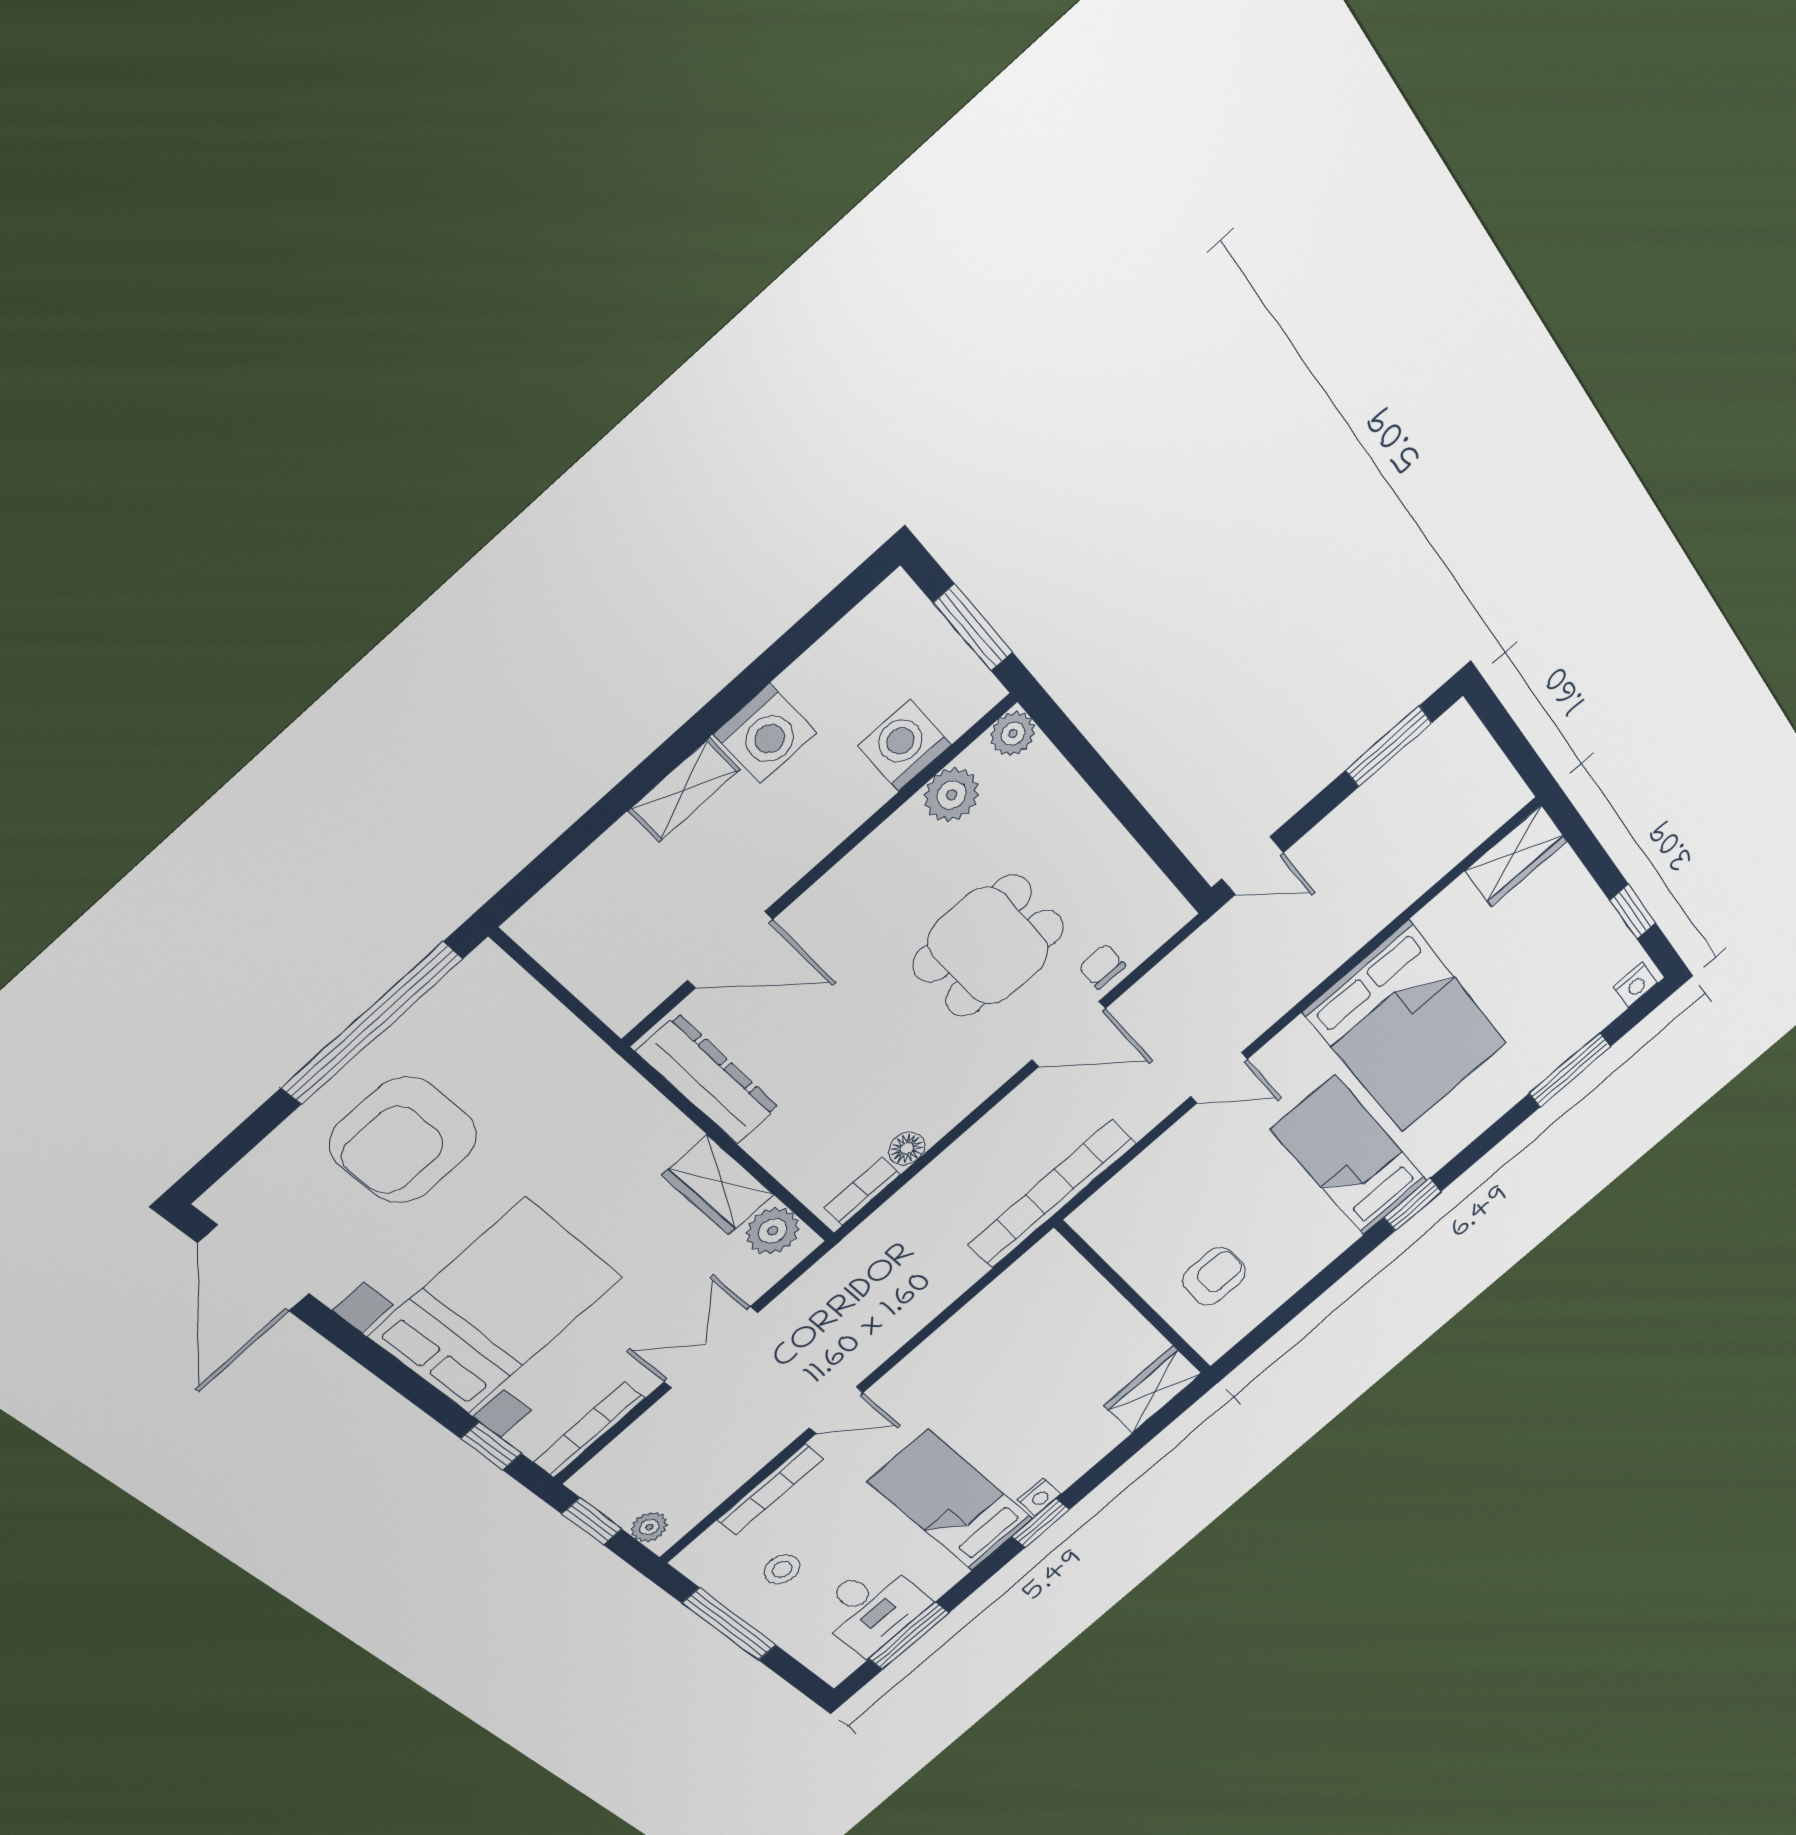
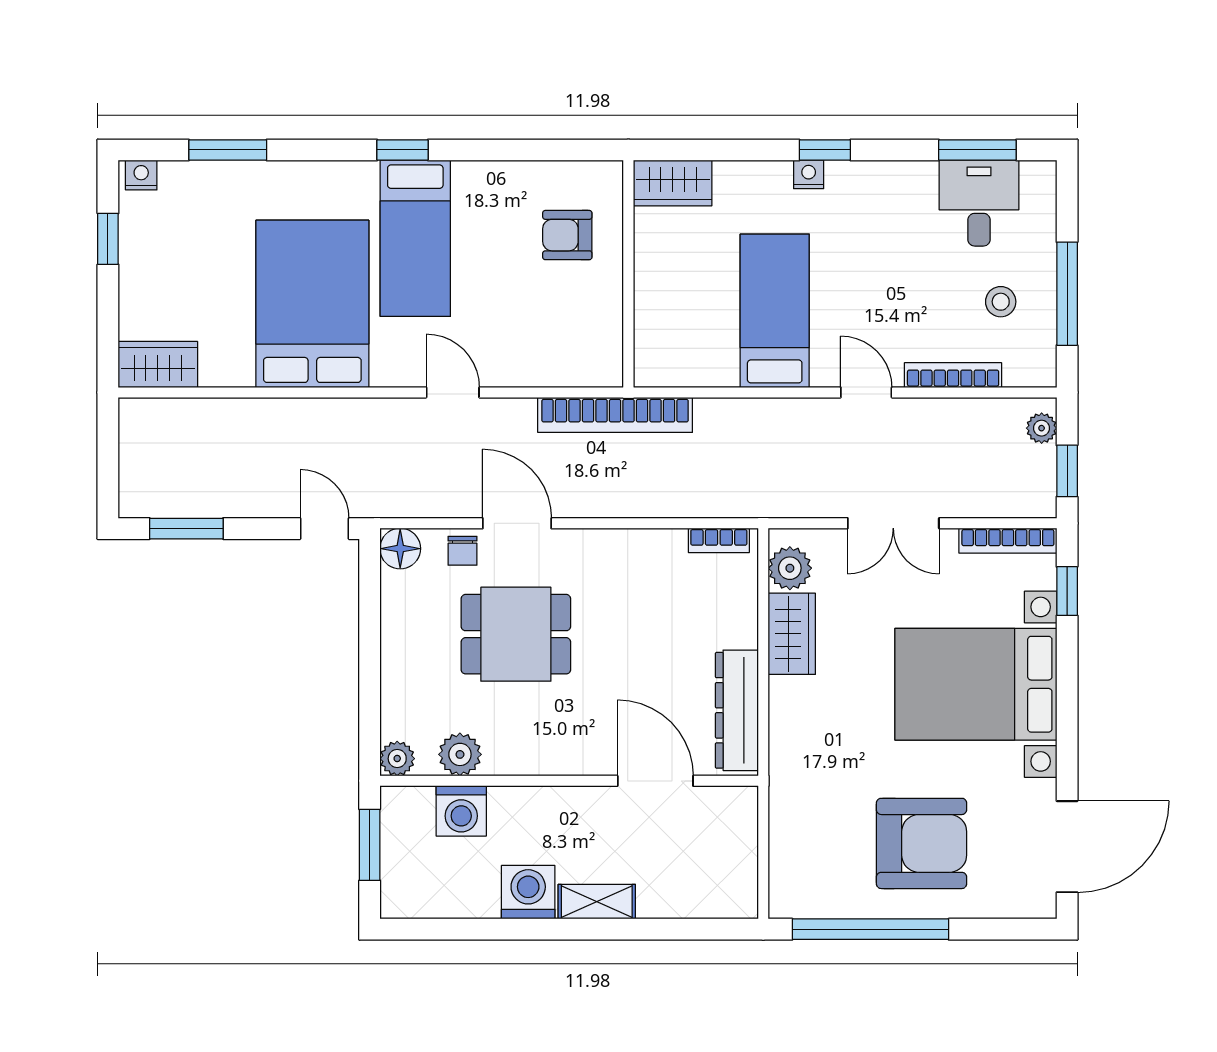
floor lamp: (907, 1148) -> (400, 549), moved, width x1.37, depth x1.37
bed: (951, 1501) -> (775, 311), moved, turned 180

